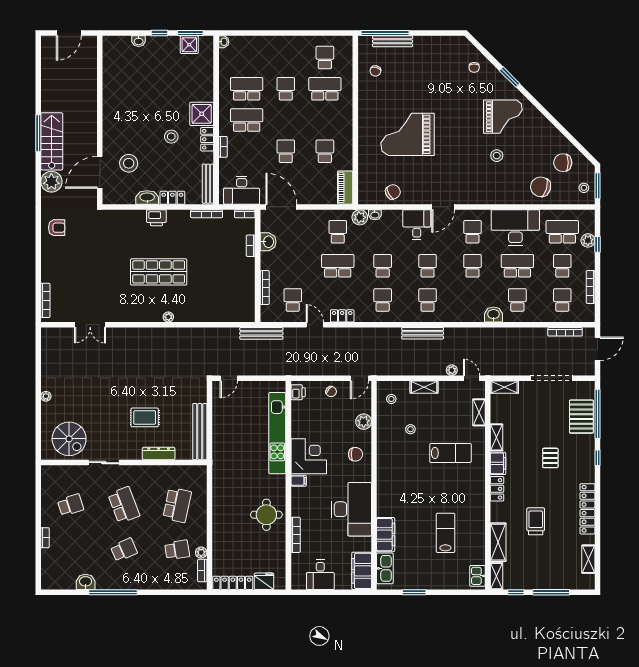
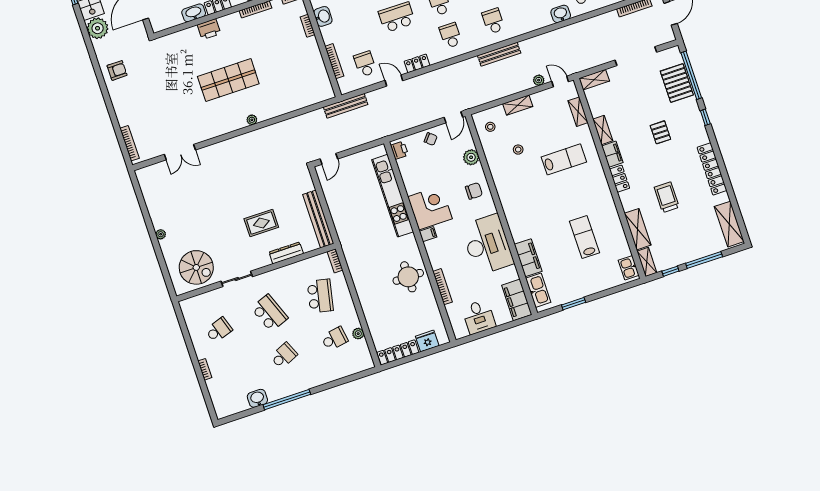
shelving: (588, 559) -> (729, 224), width x1.50, depth x1.33
bookcase: (202, 571) -> (335, 261), moved

